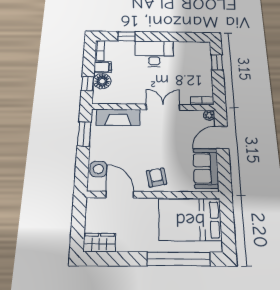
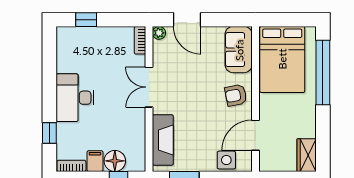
sofa: (206, 168) -> (239, 50), moved, turned 90

